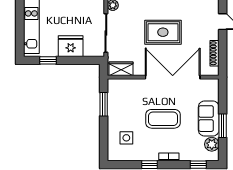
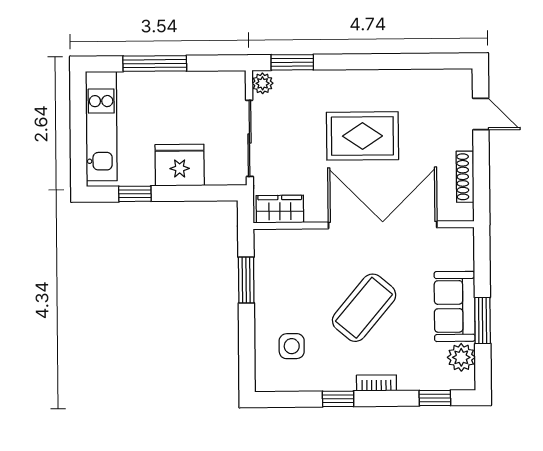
coffee table: (163, 119) -> (364, 308), turned -50

